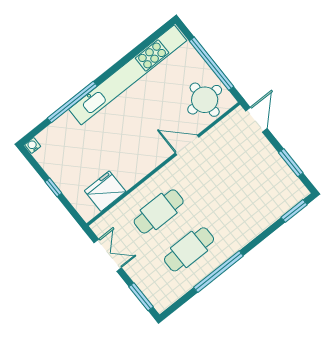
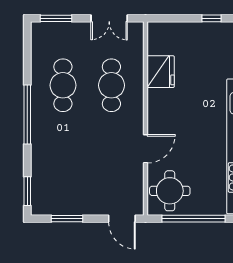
window: (53, 187) -> (211, 18), moved
fridge: (105, 191) -> (161, 72), moved
window: (218, 272) -> (27, 114), moved

